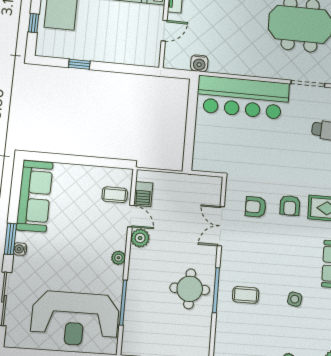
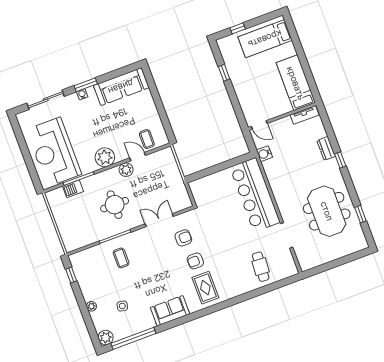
door: (164, 31) -> (259, 125), moved
barbecue: (143, 194) -> (73, 189), moved
armchair: (256, 207) -> (183, 238), turned 90
door: (131, 216) -> (138, 157), swing flipped
plant: (118, 258) -> (105, 157), width x1.87, depth x1.87
round table: (190, 289) -> (115, 205), moved
side table: (295, 299) -> (122, 306), moved

